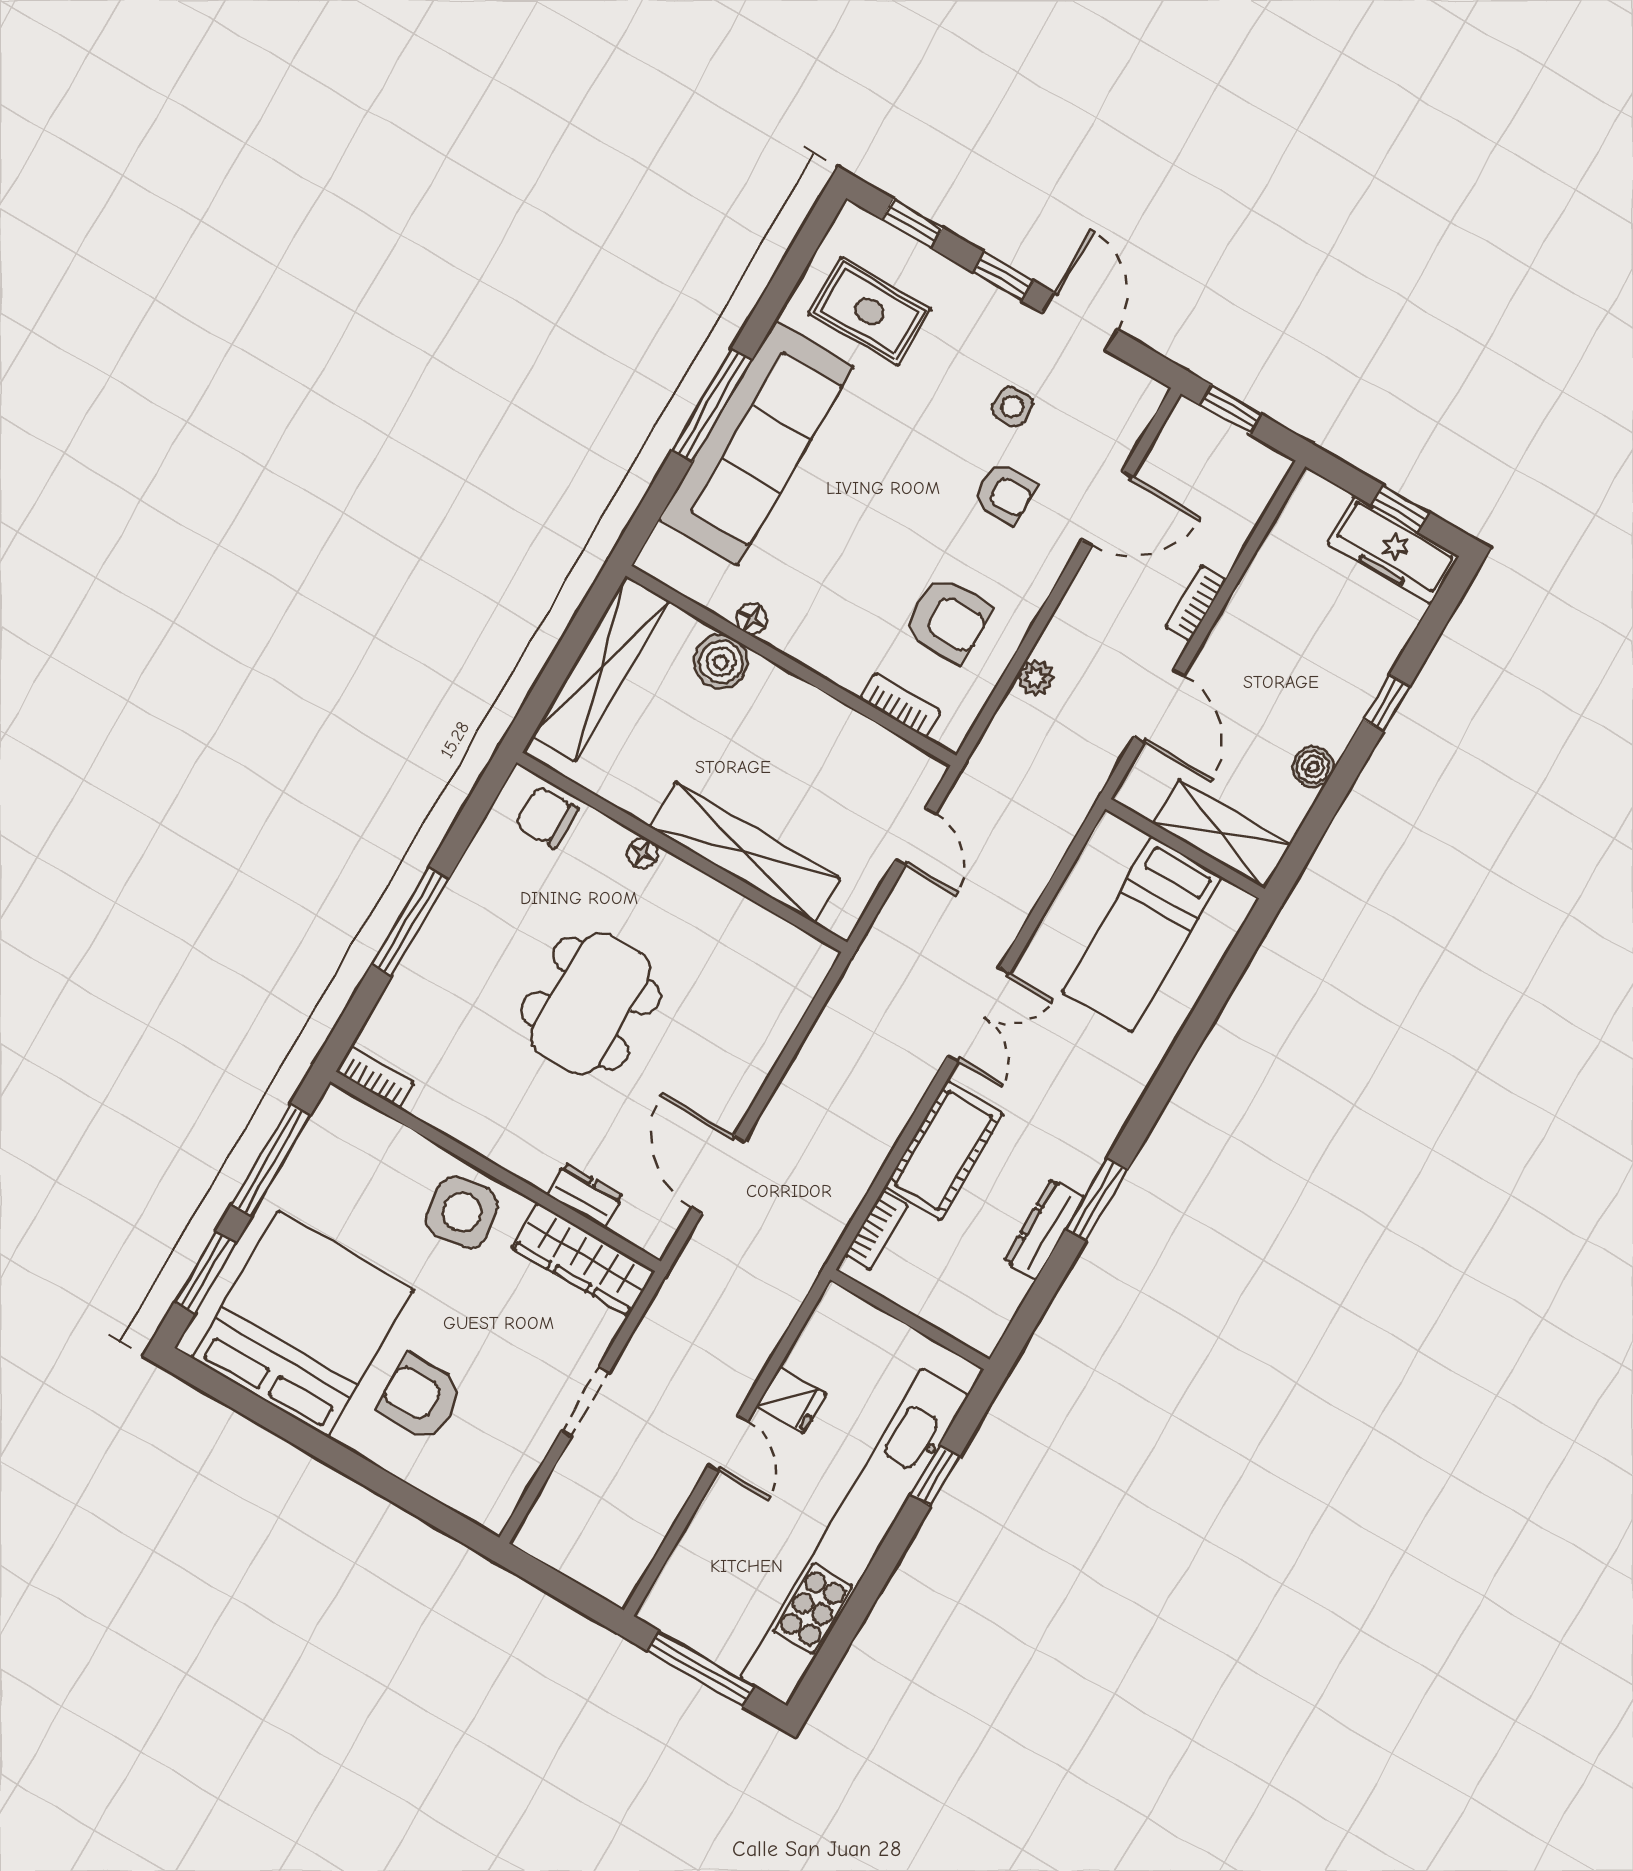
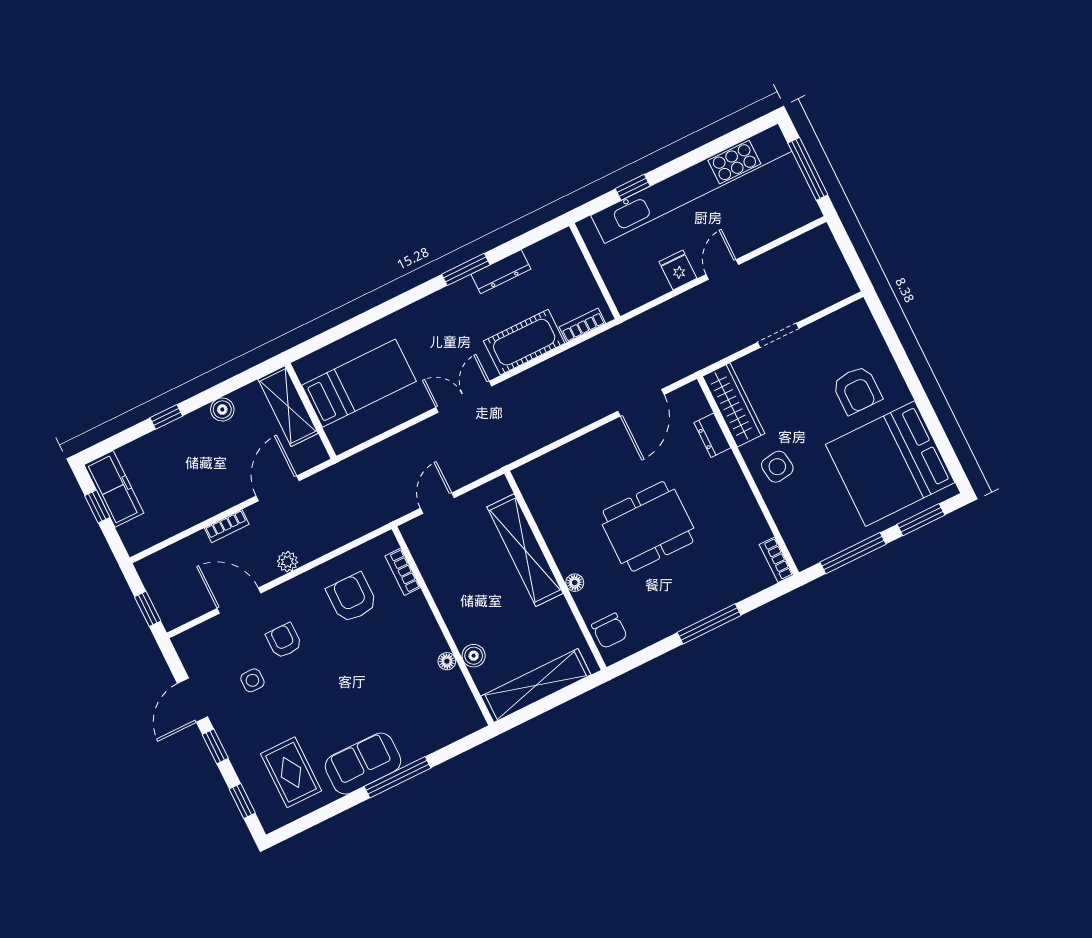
sofa: (756, 443) -> (363, 764), width x0.54, depth x0.79
boiler: (721, 662) -> (474, 656), width x0.73, depth x0.73
plant: (1036, 678) -> (287, 562), moved
side table: (462, 1212) -> (777, 467), width x0.73, depth x0.73

